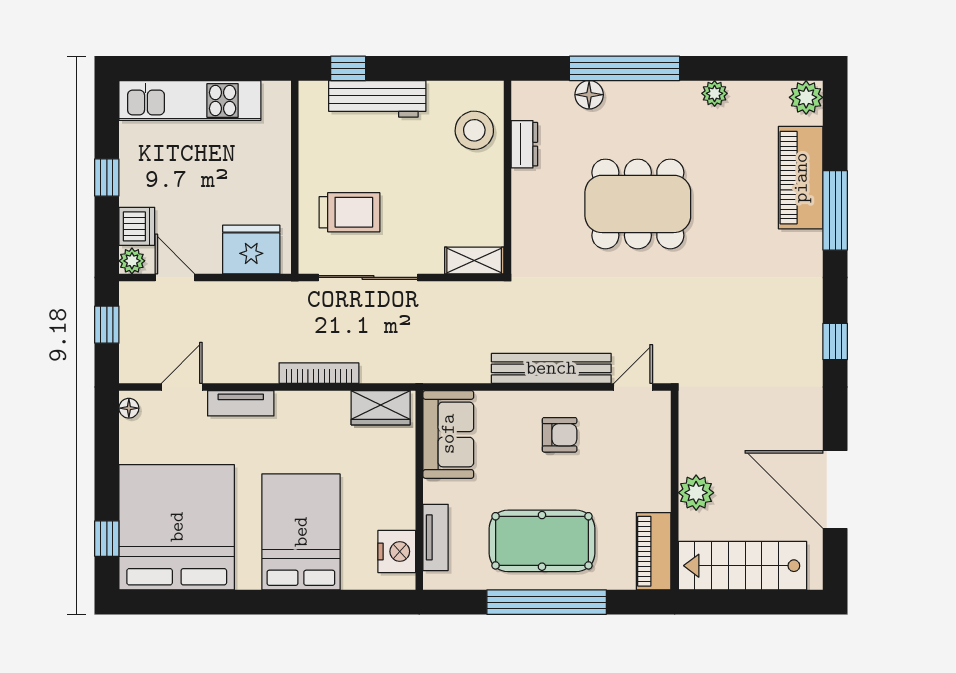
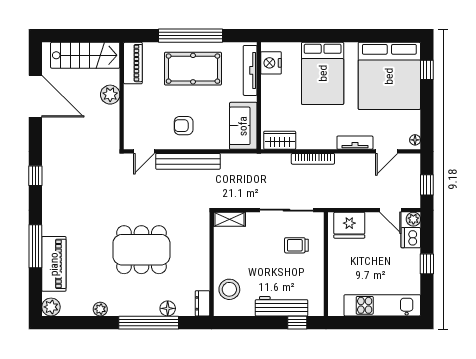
dresser: (524, 144) -> (202, 303), moved
trolley: (350, 212) -> (296, 245), width x0.73, depth x0.72
tv unit: (436, 537) -> (250, 70), width x1.41

